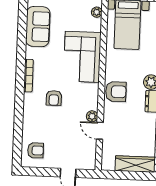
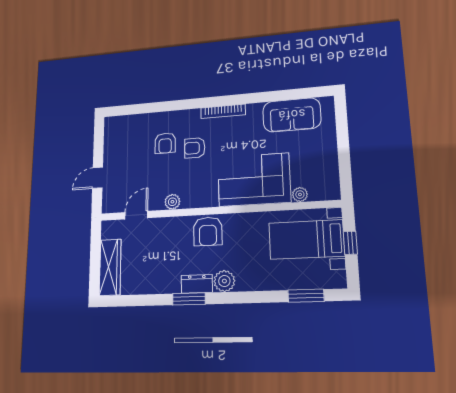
plant: (97, 12) -> (300, 195), moved
door: (100, 131) -> (136, 215), moved
armchair: (36, 150) -> (165, 143), moved

